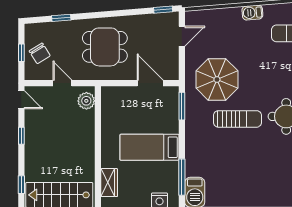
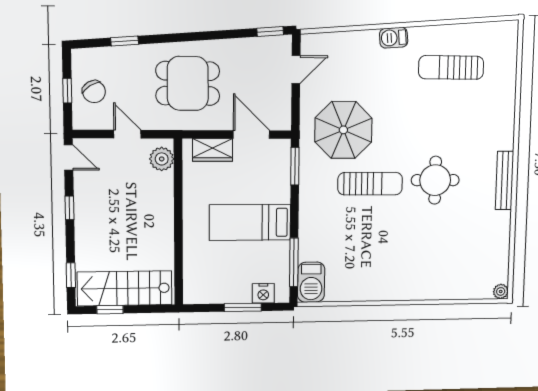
wardrobe: (109, 183) -> (213, 150), moved, turned 90

